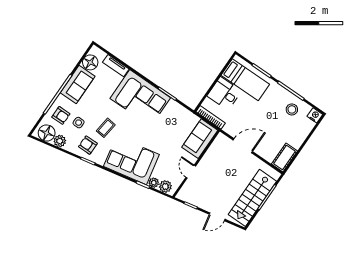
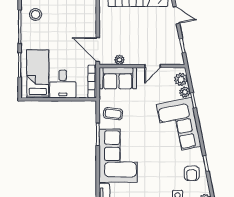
coffee table: (106, 128) -> (113, 114), moved
door: (243, 146) -> (98, 49), moved
plant: (213, 150) -> (119, 60), added

